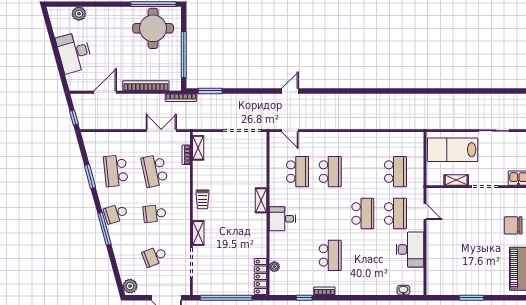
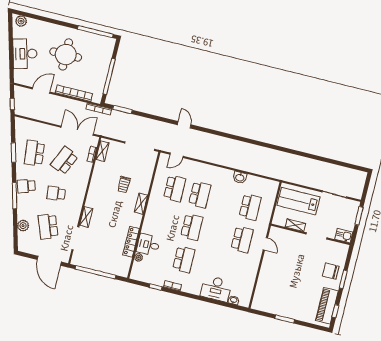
plant: (79, 14) -> (21, 21), moved
round table: (153, 28) -> (66, 54), moved
door: (290, 91) -> (184, 125), hinge flipped
double door: (161, 131) -> (77, 131), width x1.37
door: (290, 131) -> (177, 155), hinge flipped
washbasin: (374, 138) -> (240, 177), added
school desk: (155, 171) -> (64, 160), turned 36
trolley: (203, 199) -> (124, 184), moved
school desk: (363, 214) -> (192, 227), moved
desk: (282, 219) -> (148, 245), moved
desk: (410, 250) -> (216, 289), moved, turned 90
school desk: (155, 256) -> (48, 226), width x1.85
locker: (261, 277) -> (131, 242), moved
plant: (130, 286) -> (23, 226), moved

